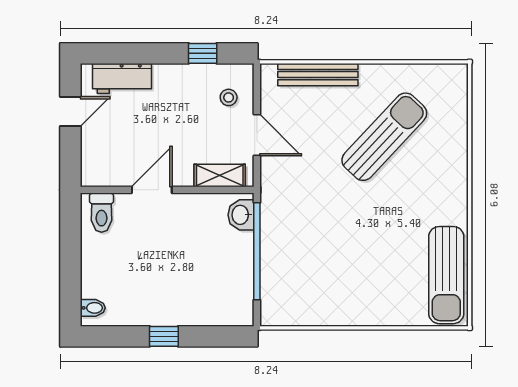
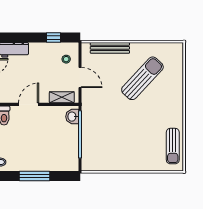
sun lounger: (446, 275) -> (173, 146), width x0.73, depth x0.75
window: (164, 336) -> (35, 176), width x2.17

